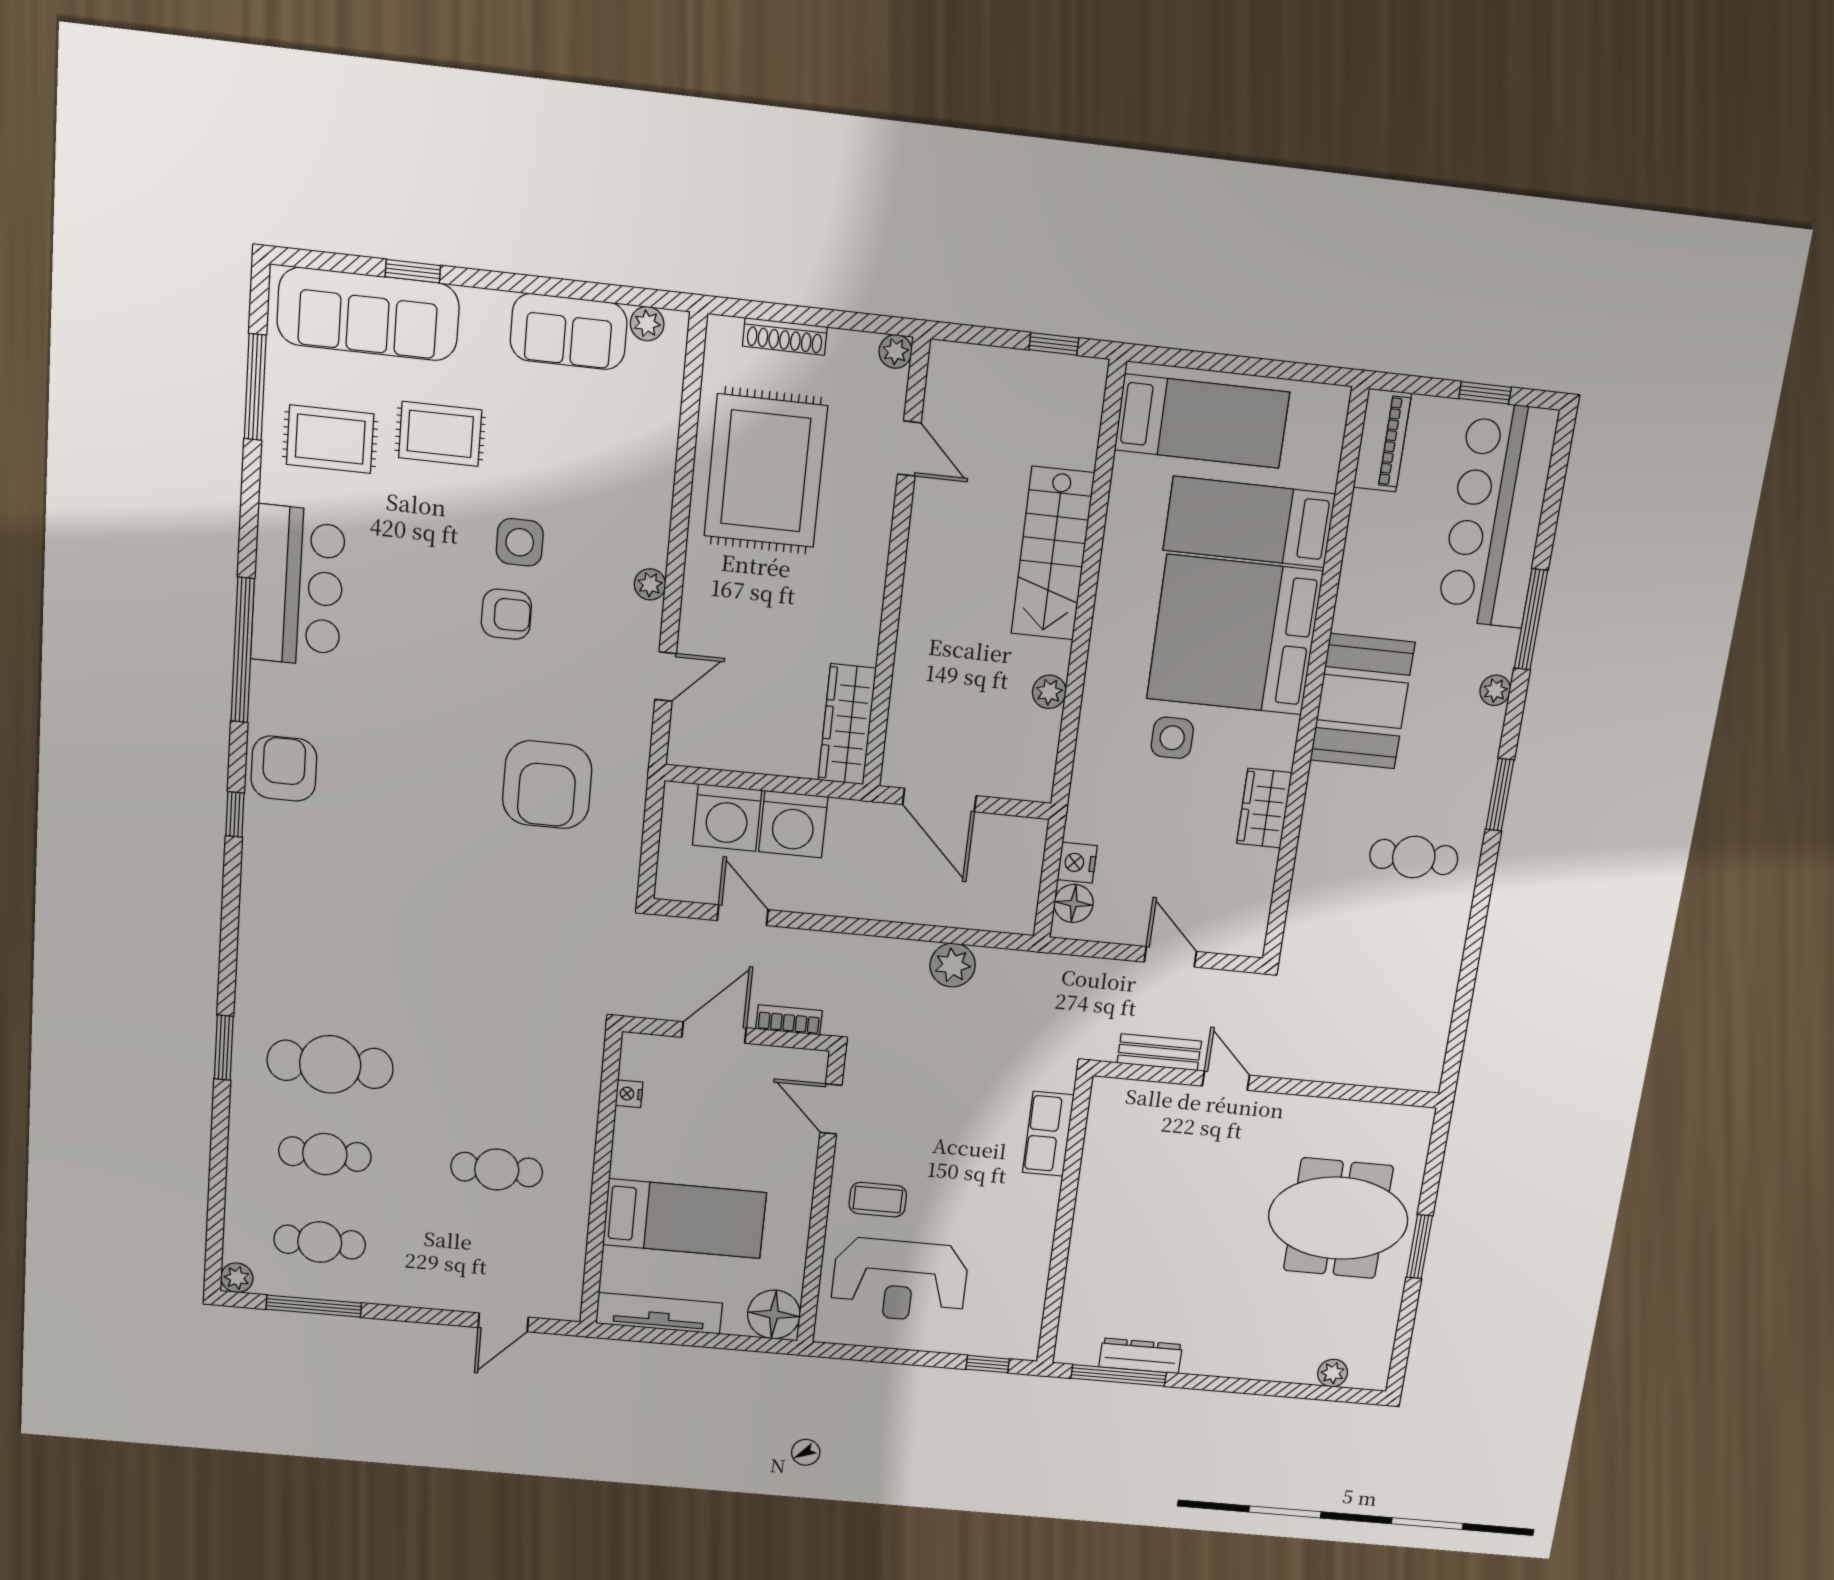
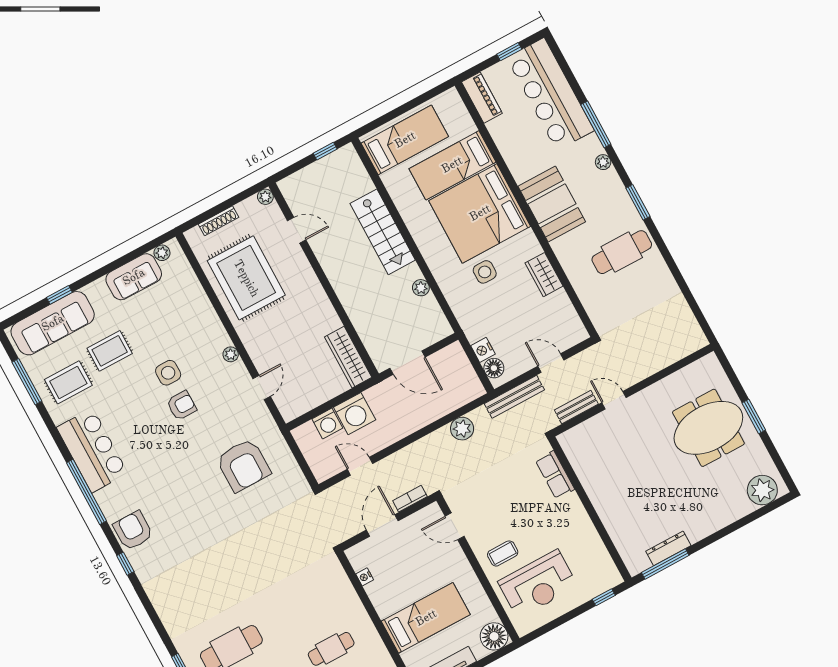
washing machine: (727, 818) -> (327, 423), width x0.73, depth x0.73
cafe table: (1414, 857) -> (622, 252), width x1.37, depth x1.35
bench: (1073, 971) -> (514, 397), added
plant: (1333, 1373) -> (762, 490), width x1.88, depth x1.88

